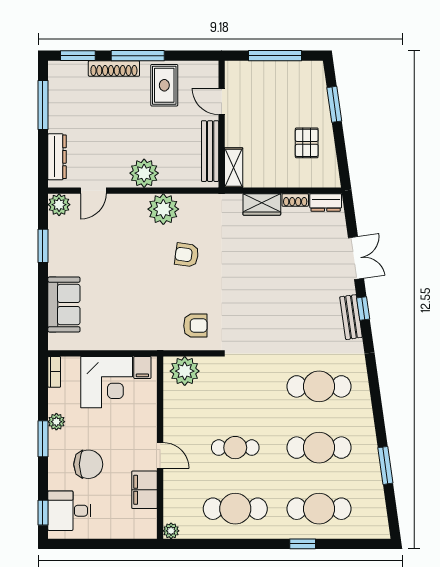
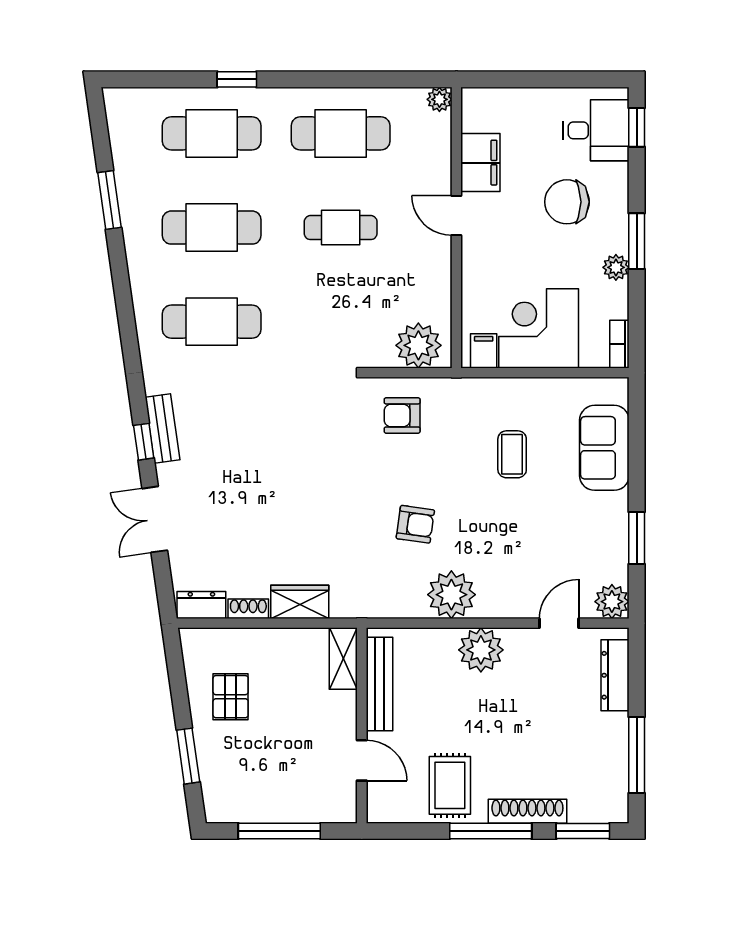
coffee table: (124, 300) -> (512, 454), added

